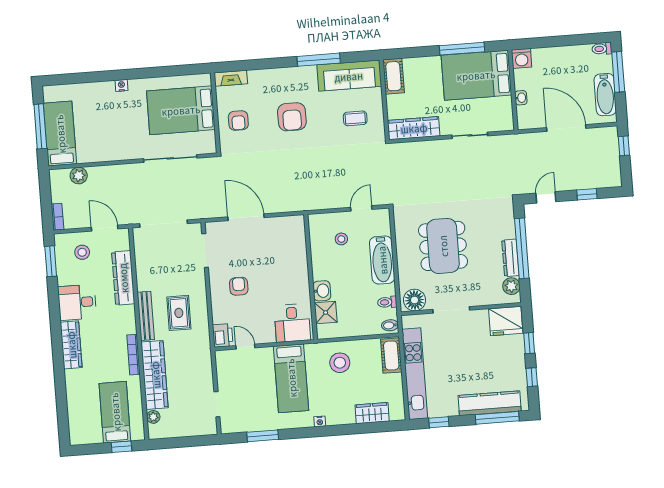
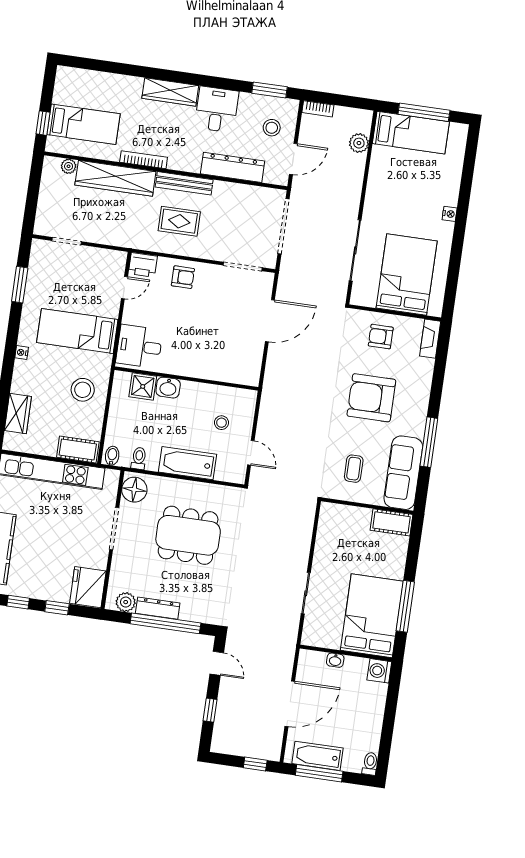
window: (618, 72) -> (319, 773), moved
armchair: (292, 117) -> (371, 398), width x1.36, depth x1.36
wardrobe: (414, 128) -> (328, 532), removed
armchair: (239, 286) -> (183, 277), moved

